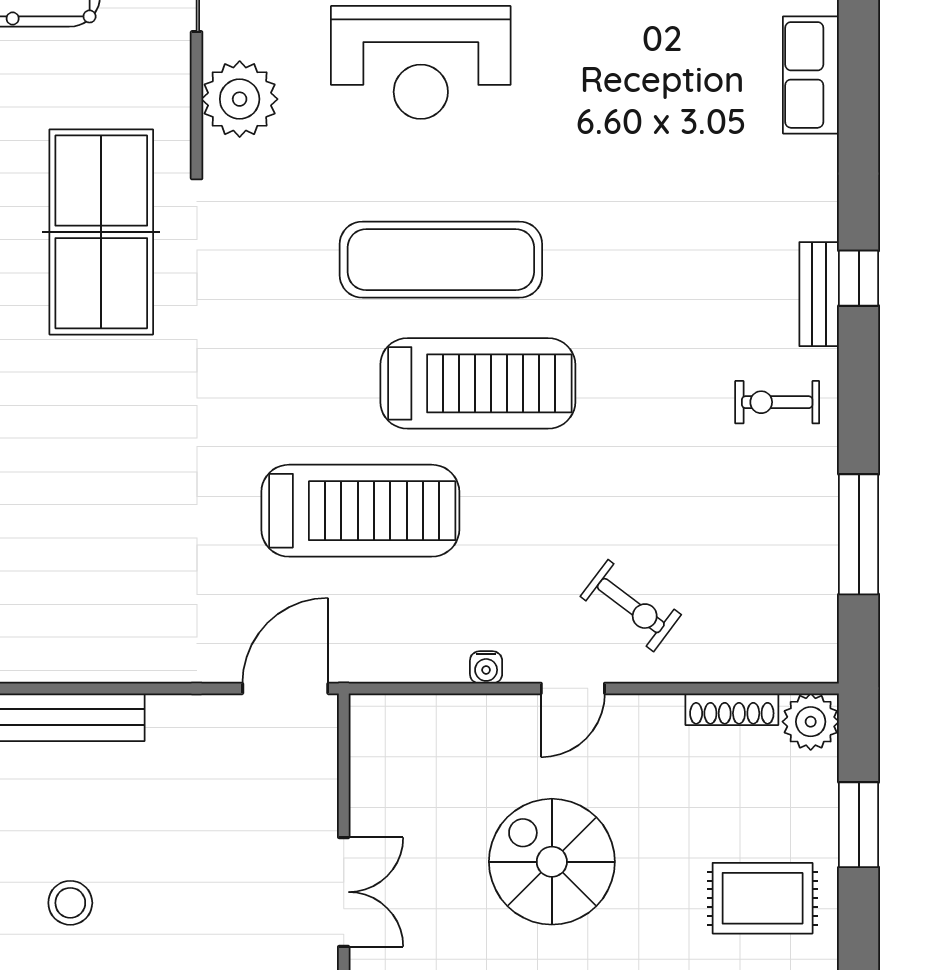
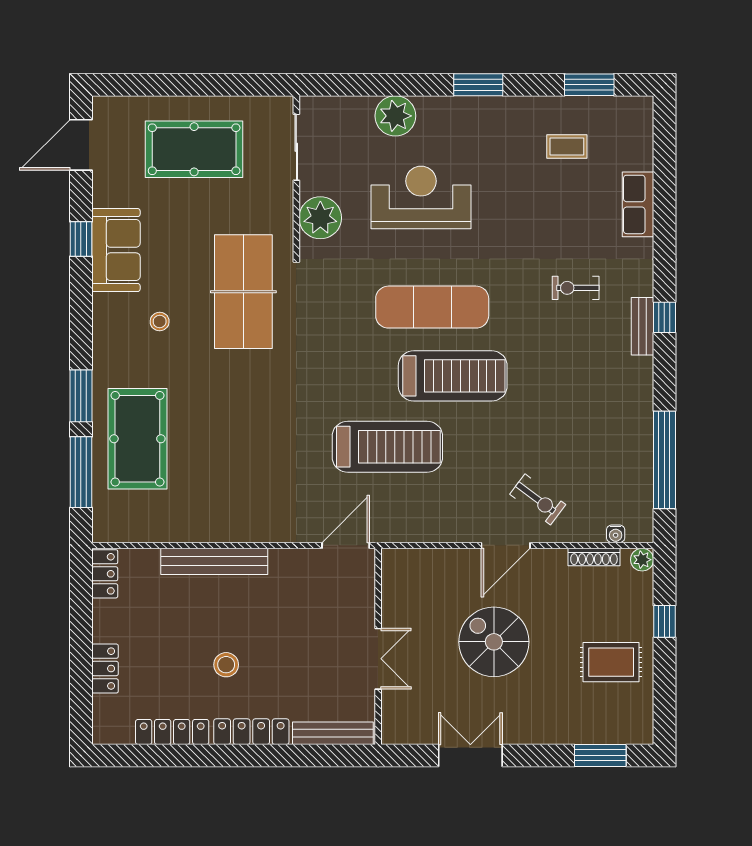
reception desk: (421, 62) -> (421, 197), turned 180
exercise bike: (777, 402) -> (576, 288), moved
window: (859, 534) -> (664, 460), width x1.46
water cooler: (486, 667) -> (616, 534), moved
door: (573, 688) -> (506, 545), width x1.38
plant: (811, 722) -> (642, 560), width x0.73, depth x0.73
window: (859, 825) -> (664, 621), width x0.67

